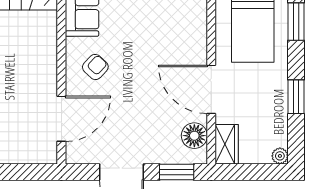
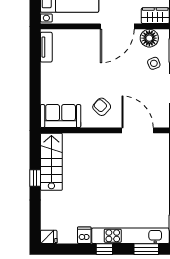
side table: (158, 142) -> (154, 63), added

